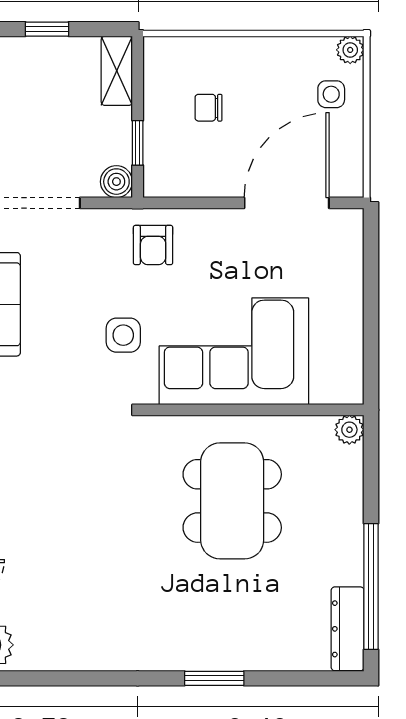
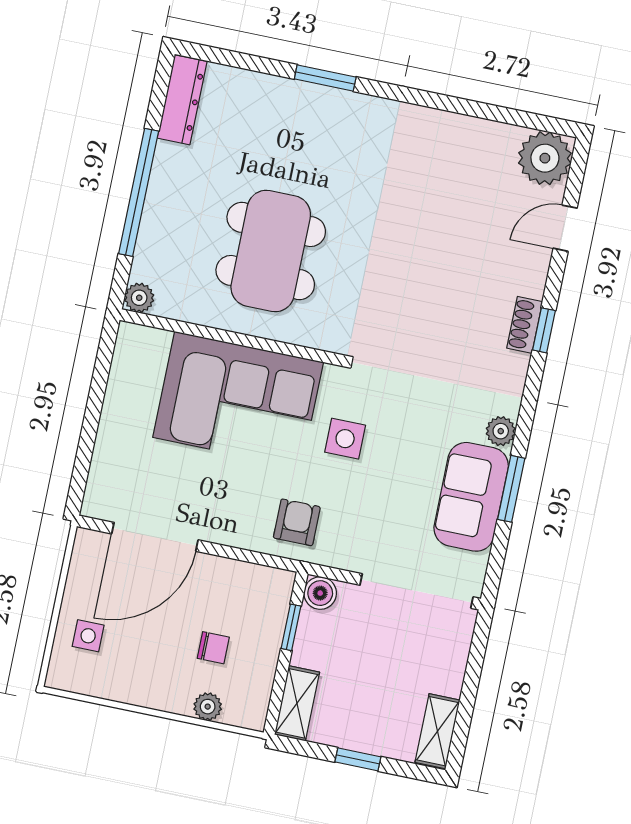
plant: (350, 50) -> (208, 707), moved
window: (371, 587) -> (139, 192), moved

